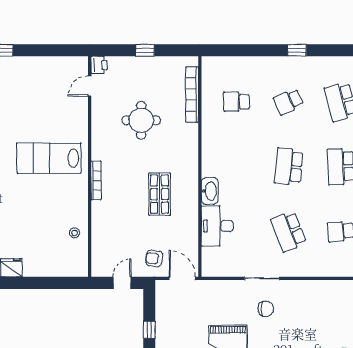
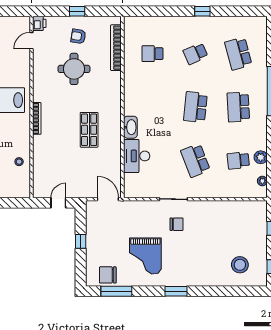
armchair: (154, 258) -> (78, 36), moved

